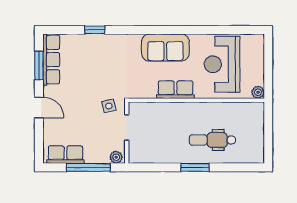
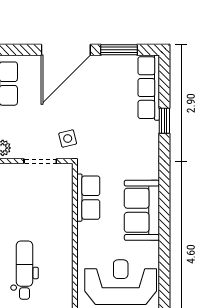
row of seats: (51, 60) -> (149, 88), moved, turned 90
row of seats: (175, 90) -> (88, 198), moved
door: (39, 107) -> (66, 50), width x1.87

